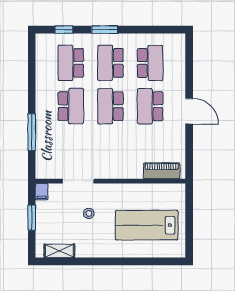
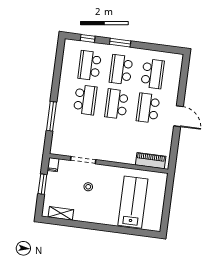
lab bench: (147, 225) -> (133, 202), turned 90

